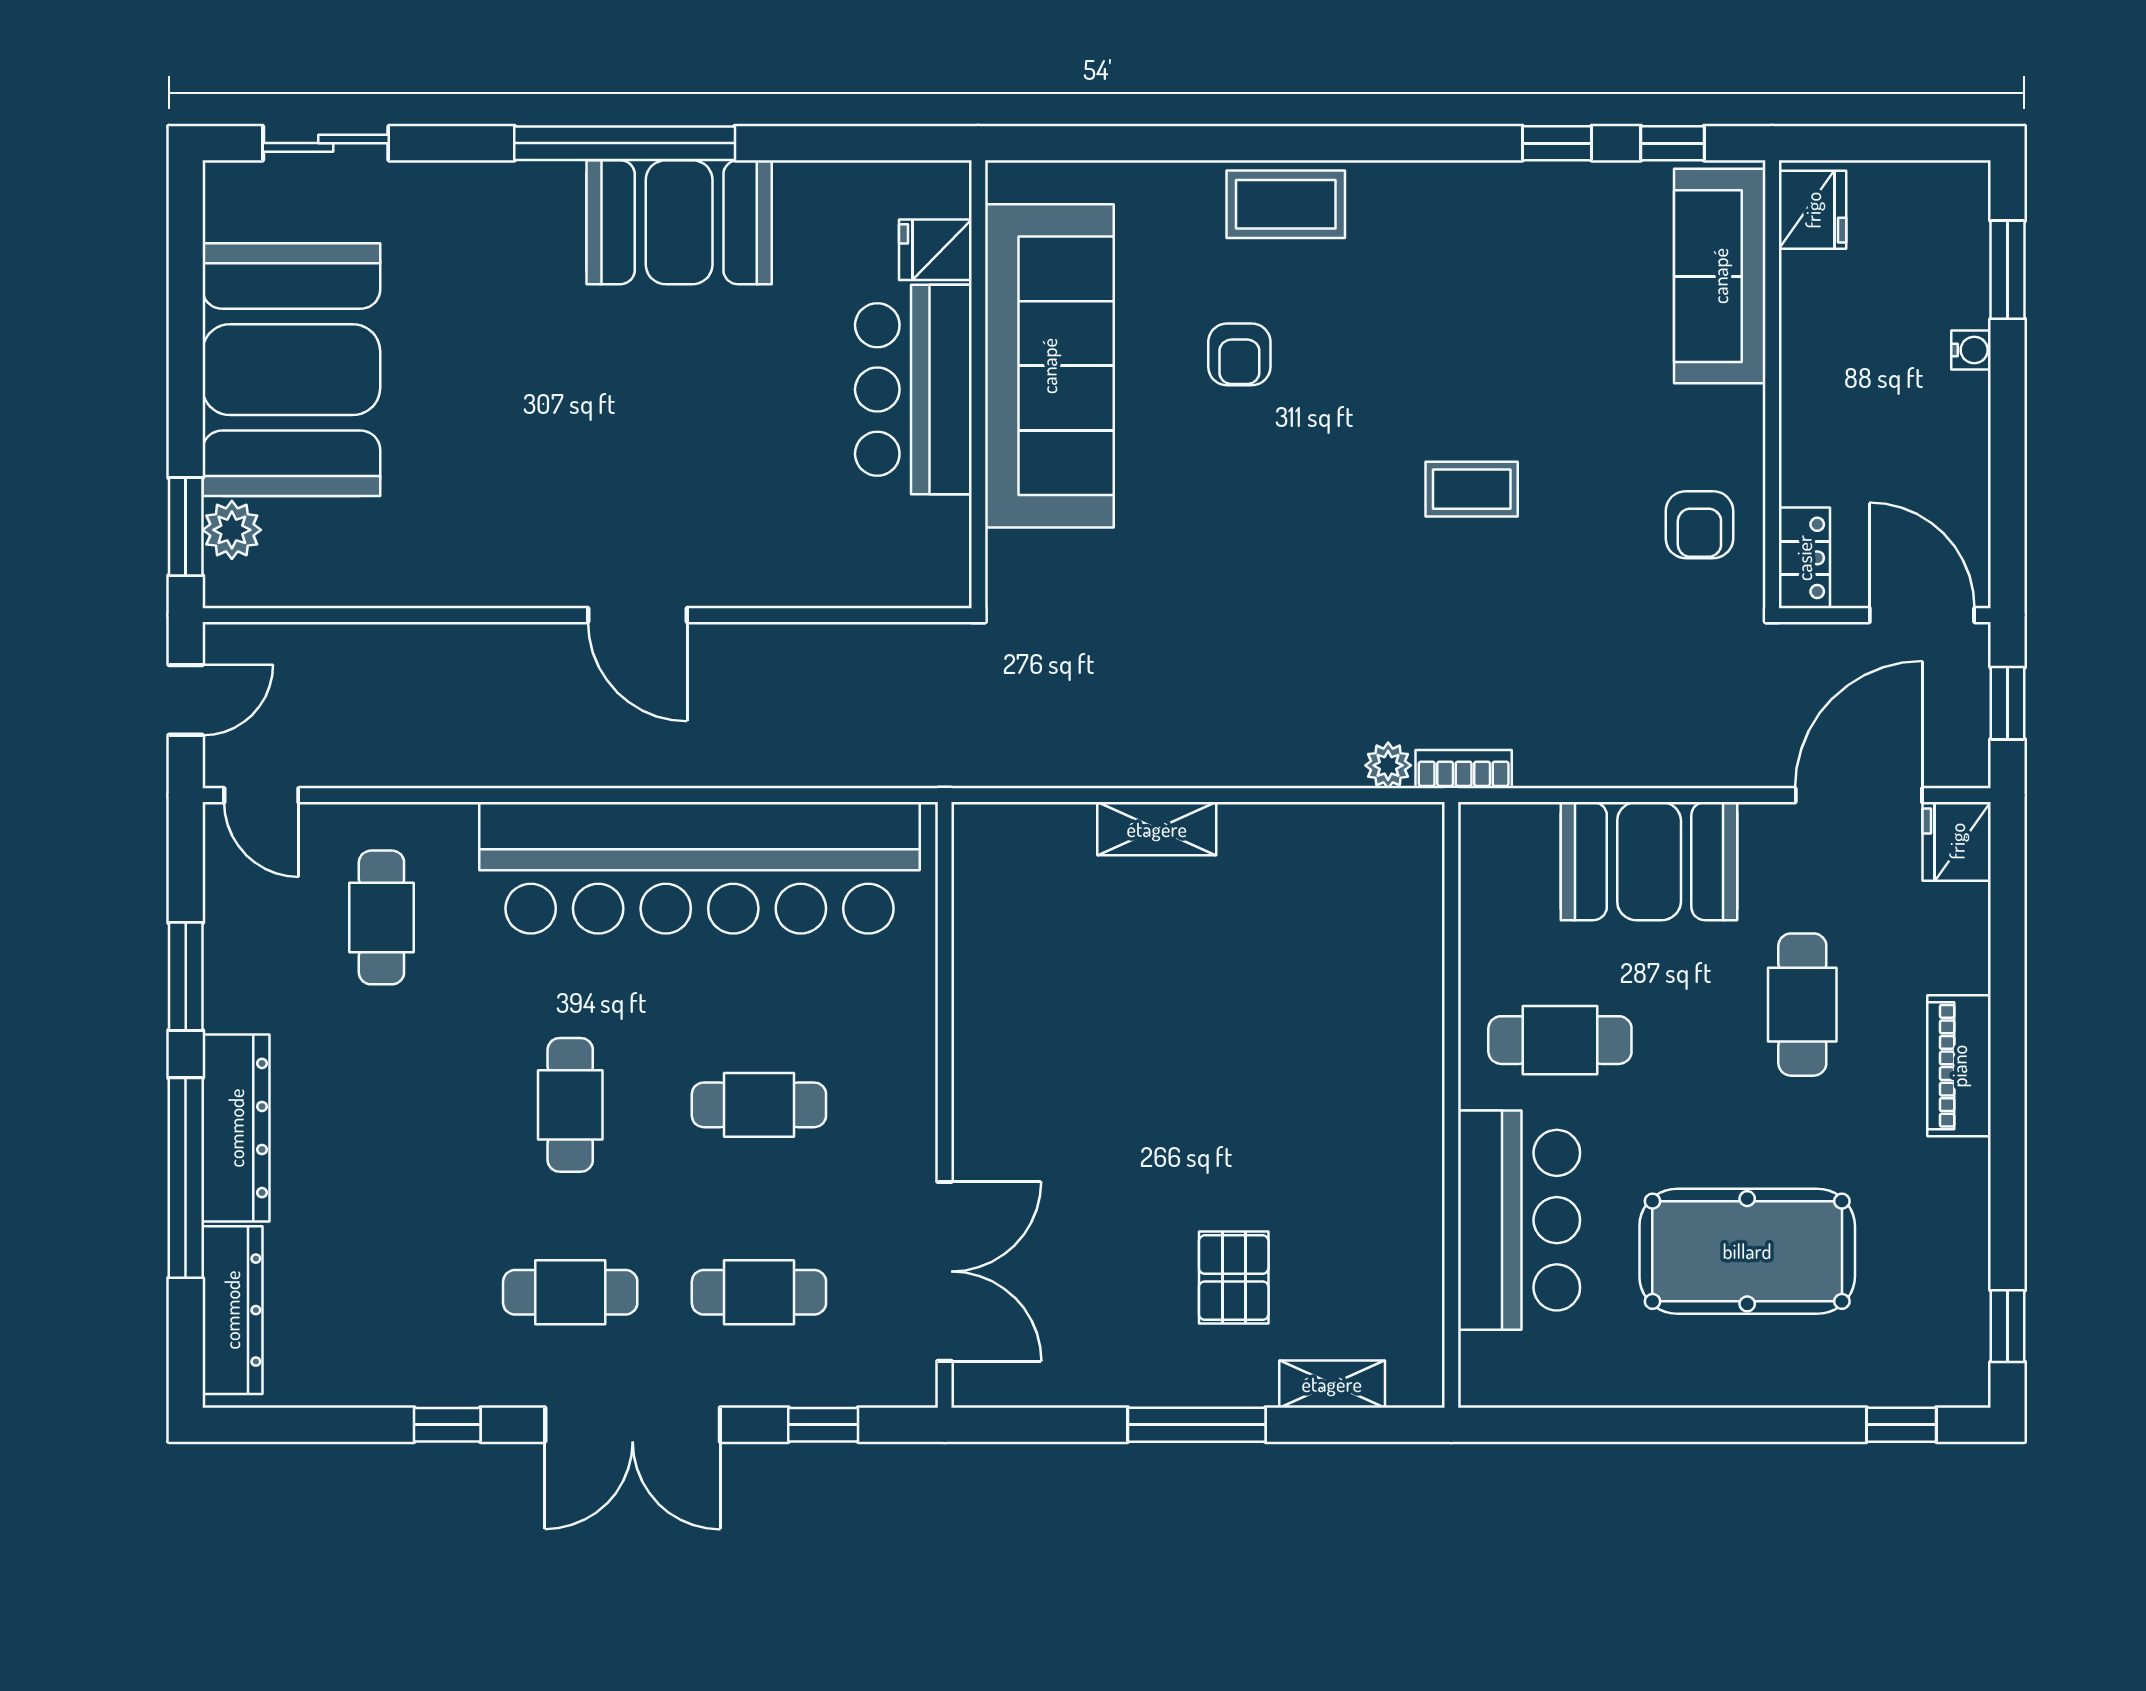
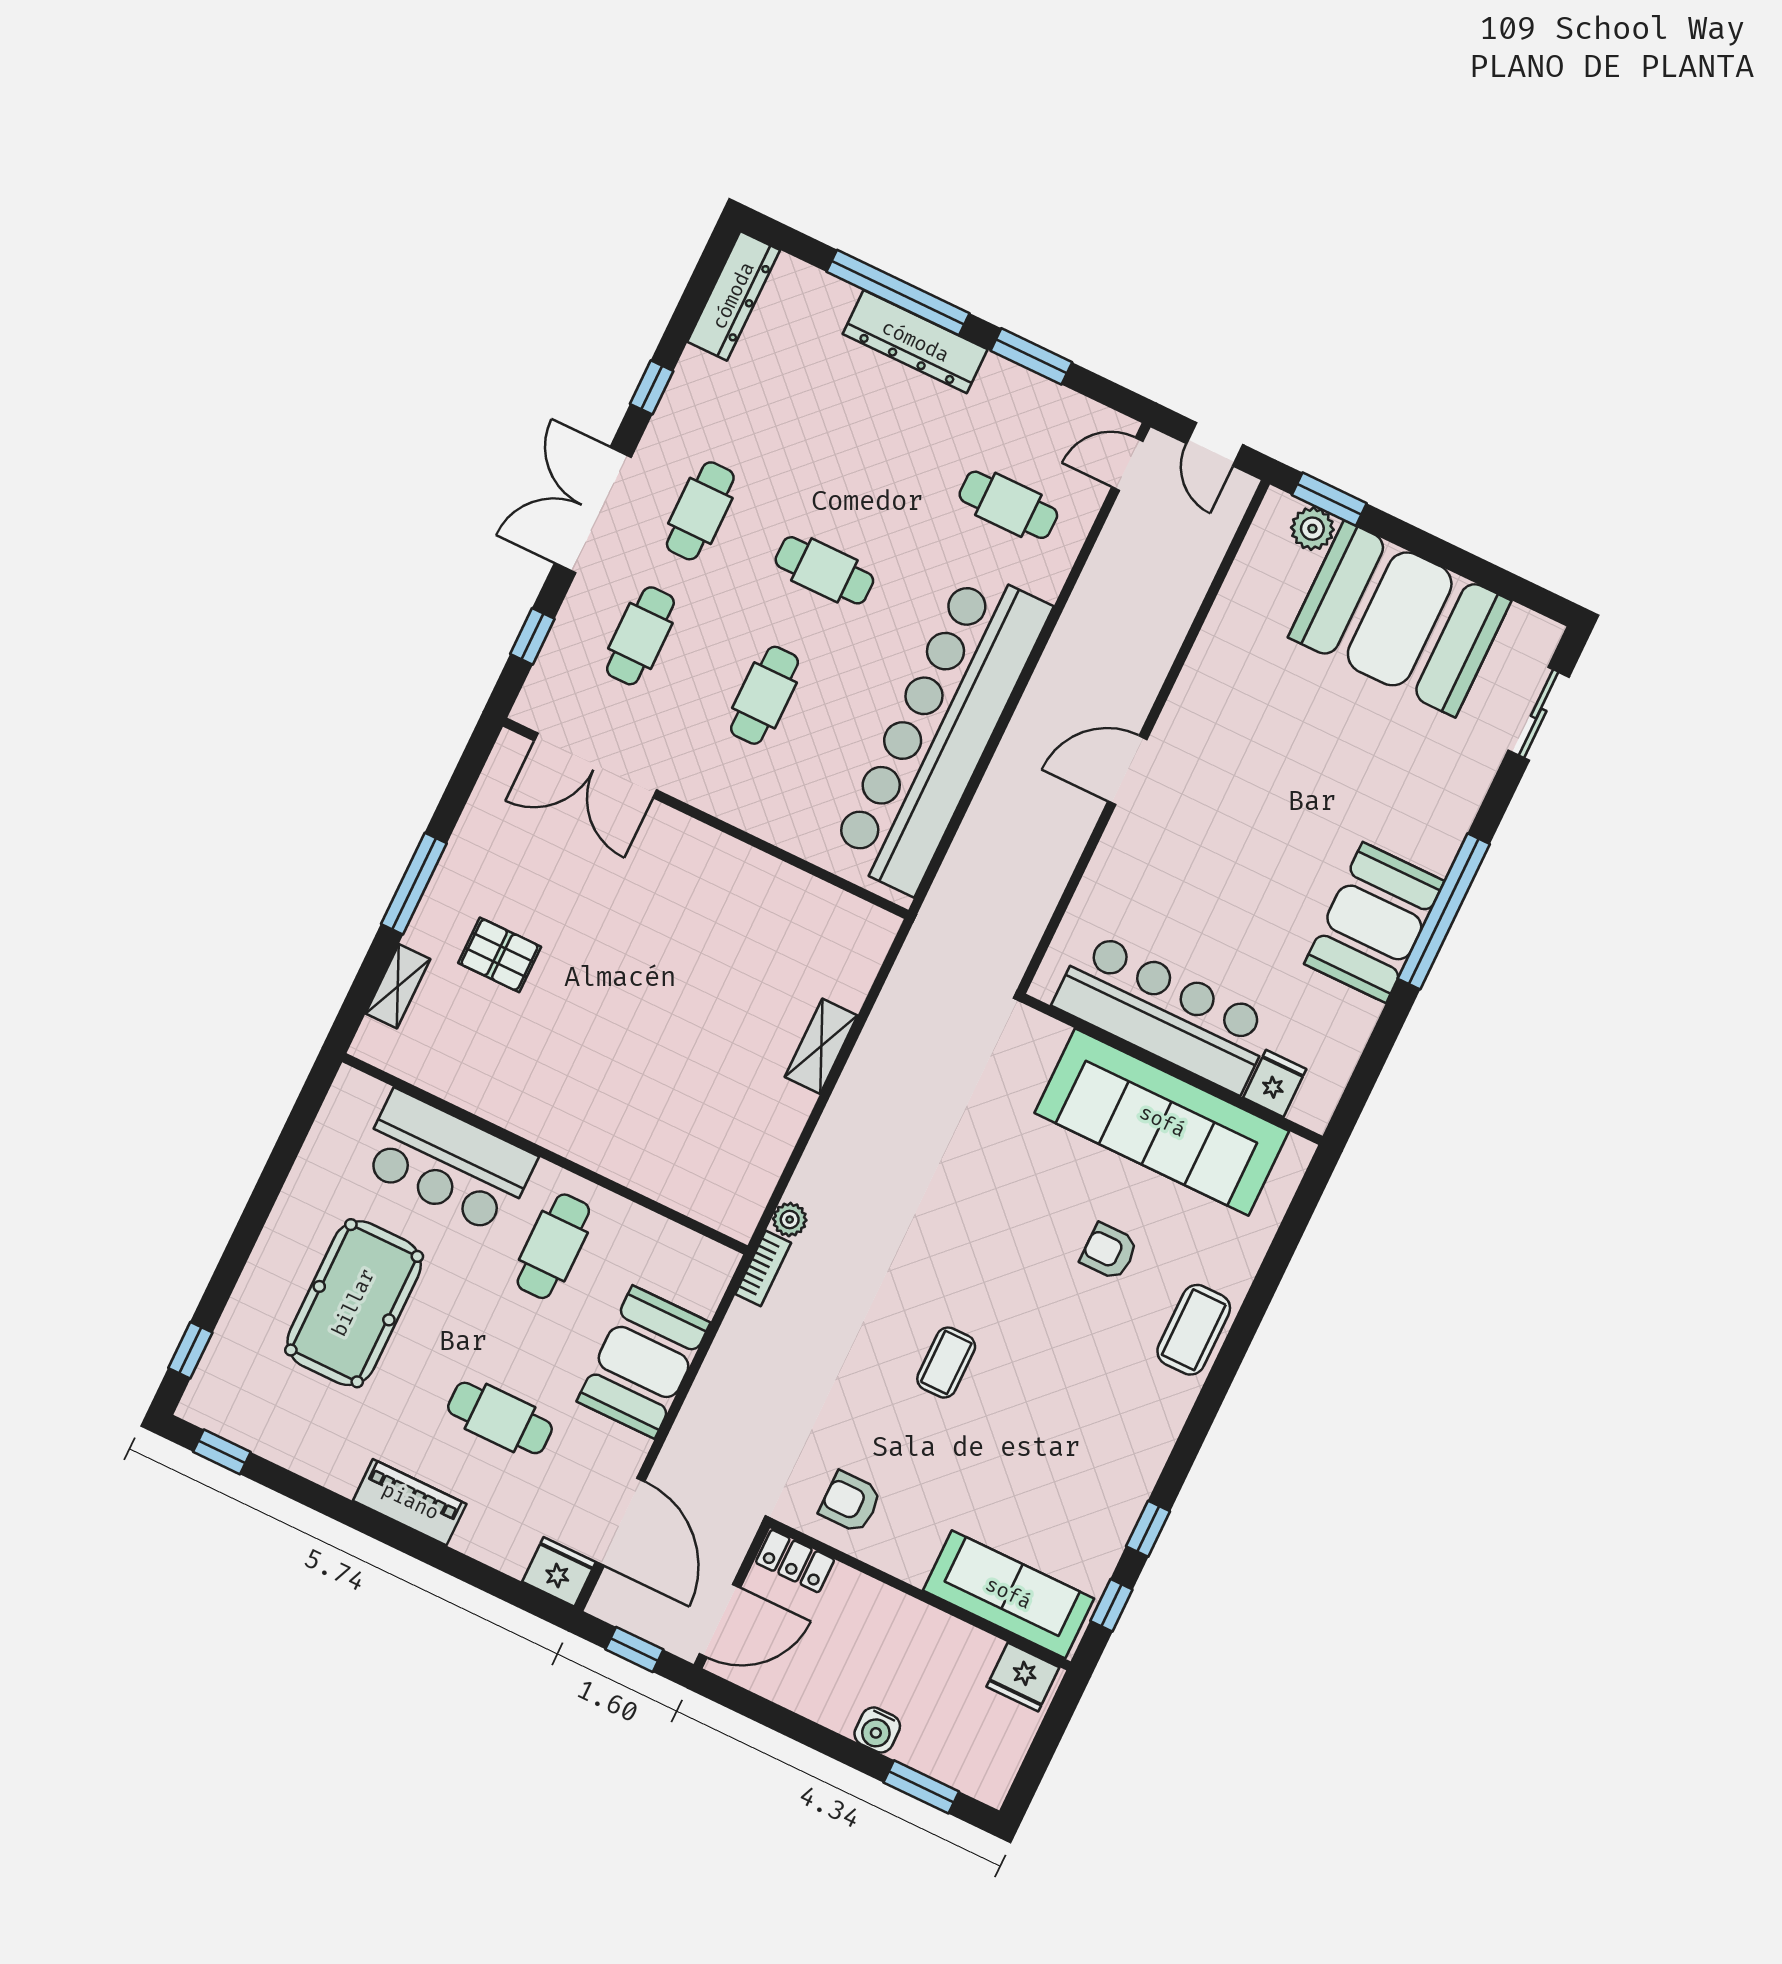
water cooler: (1971, 350) -> (877, 1730), width x1.38, depth x1.38
bar counter: (913, 390) -> (1164, 1012), width x1.36
dresser: (232, 1310) -> (734, 296), moved, turned -90

